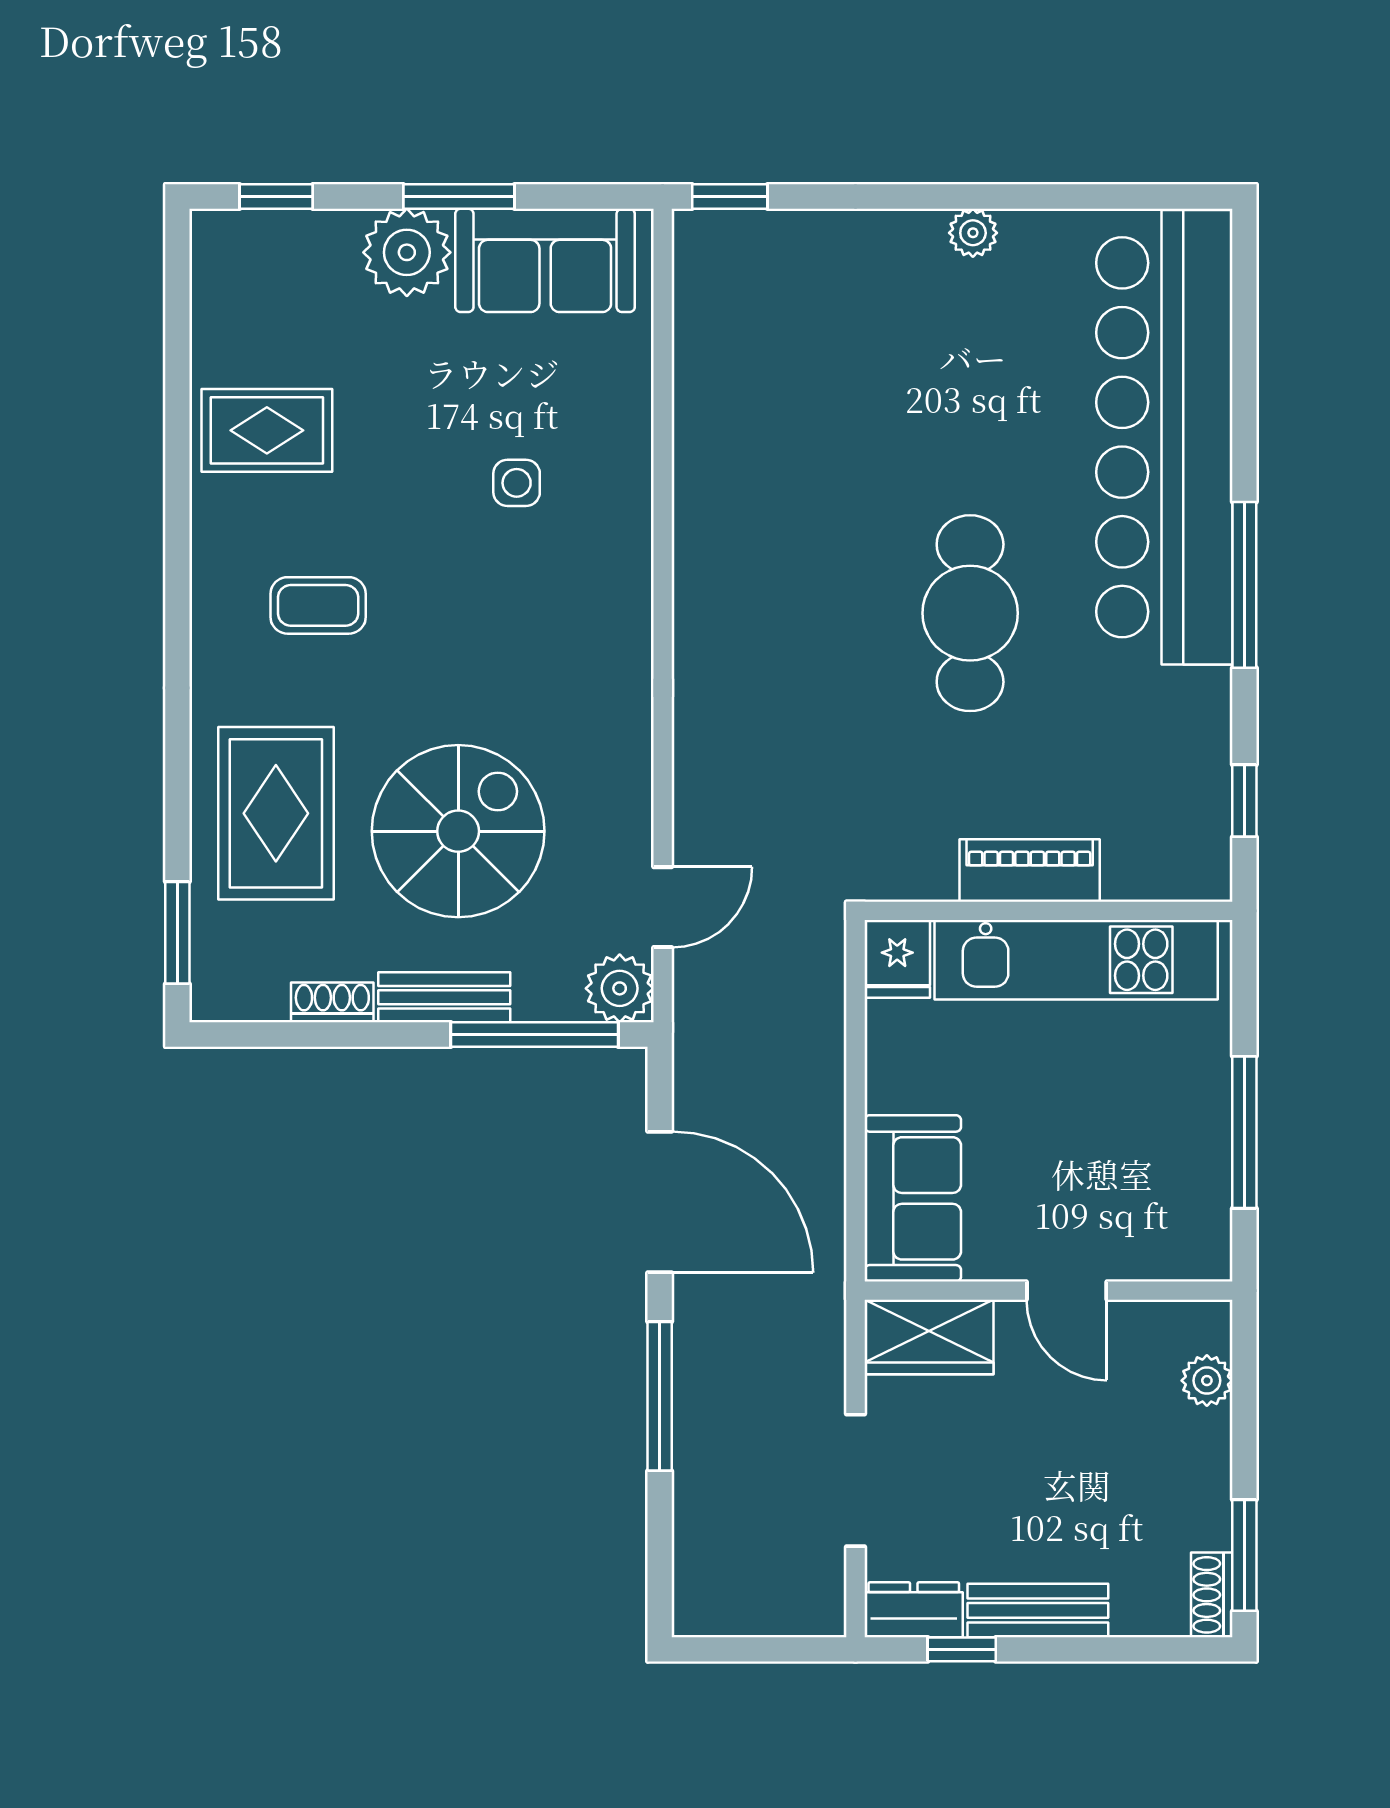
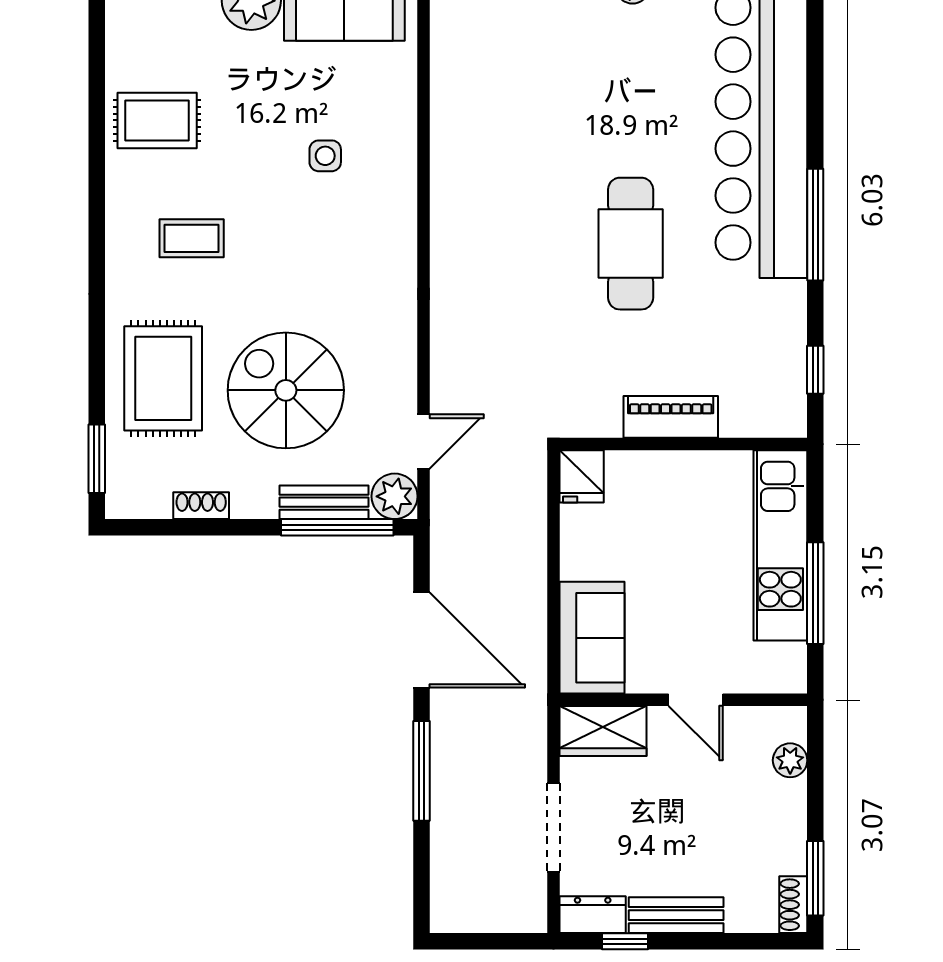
spiral stairs: (458, 831) -> (286, 390), turned -90
kitchen unit: (1076, 960) -> (780, 545), moved, turned 90
bench: (444, 997) -> (324, 502), moved

